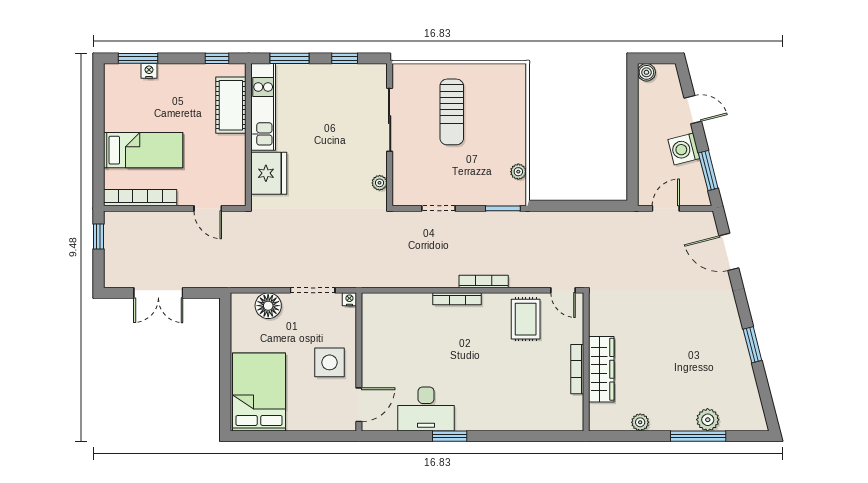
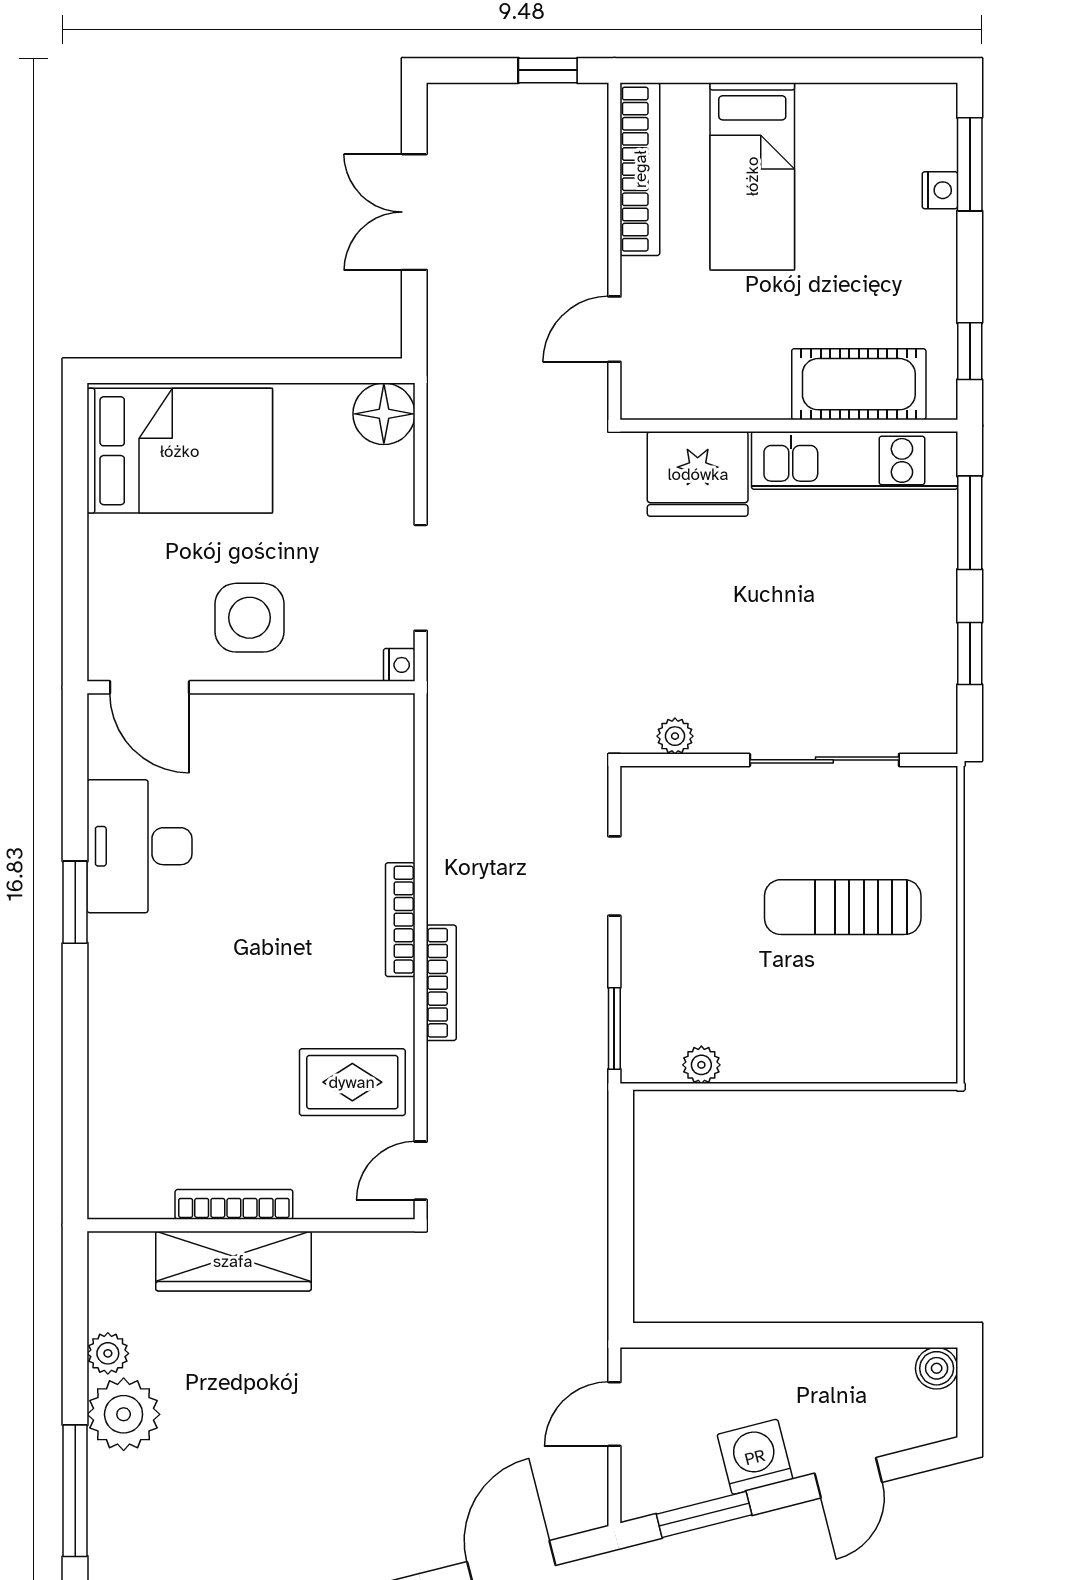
door: (666, 208) -> (614, 1414), swing flipped
floor lamp: (268, 306) -> (384, 414), moved
plant: (708, 420) -> (124, 1414), moved, width x1.36, depth x1.36

